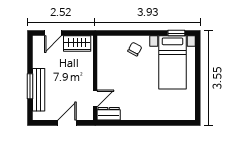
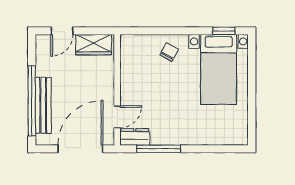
window: (30, 86) -> (32, 101), width x2.11
door: (67, 123) -> (80, 149), width x1.87
window: (127, 123) -> (159, 149), added

